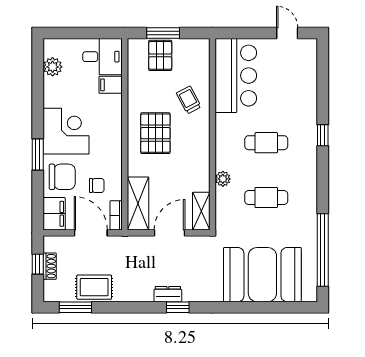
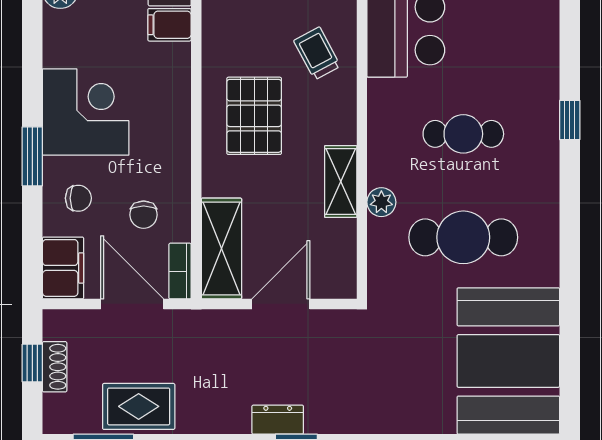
chair: (62, 177) -> (78, 198), width x0.54, depth x0.54
chair: (97, 185) -> (144, 215), turned 90
cafe table: (266, 198) -> (463, 237), width x1.37, depth x1.35
shelving: (201, 211) -> (341, 182), moved
window: (323, 250) -> (570, 336), removed
booth: (262, 275) -> (508, 361), moved, turned 90

